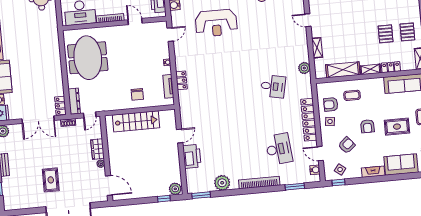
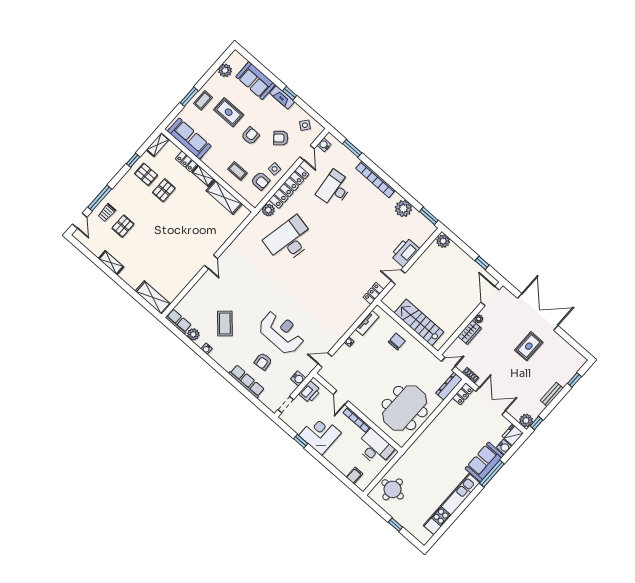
pallet: (407, 32) -> (146, 174), turned 90
shelving: (317, 48) -> (226, 234), removed
plant: (304, 68) -> (268, 210), moved
locker: (181, 80) -> (374, 293), moved
desk: (273, 86) -> (289, 240), width x1.87, depth x1.30
window: (338, 182) -> (290, 93), moved
window: (164, 199) -> (482, 263), moved

